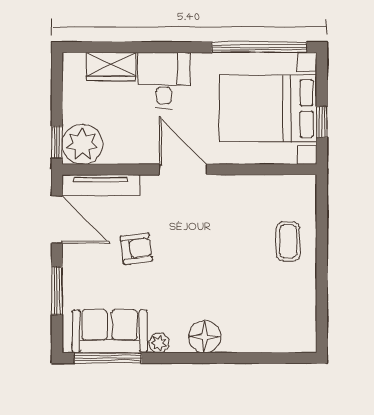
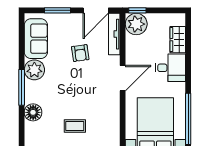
coffee table: (288, 241) -> (75, 126), moved
floor lamp: (205, 337) -> (33, 112), moved
plant: (159, 343) -> (34, 70), width x1.88, depth x1.88
window: (108, 358) -> (22, 87), moved

